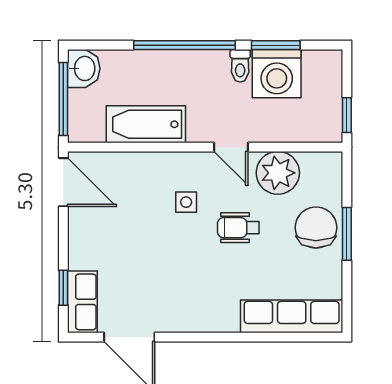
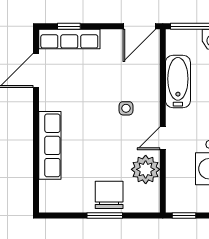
wheelchair: (238, 228) -> (109, 143), removed
chair: (316, 228) -> (109, 195), turned -90
row of seats: (82, 302) -> (69, 39), width x1.48
row of seats: (292, 316) -> (50, 145), moved

